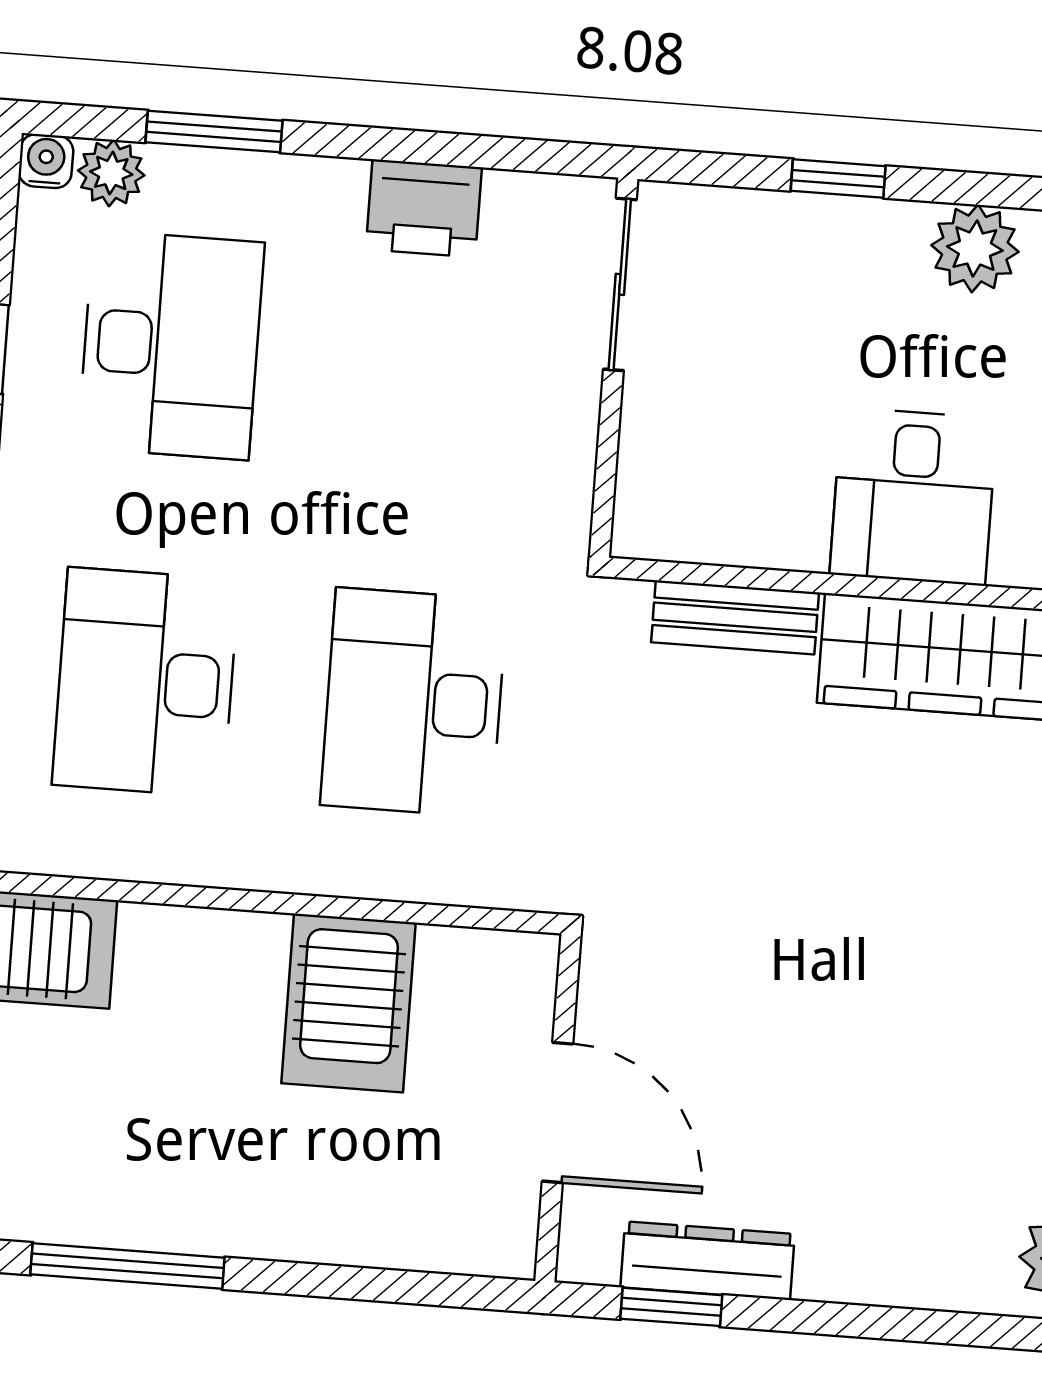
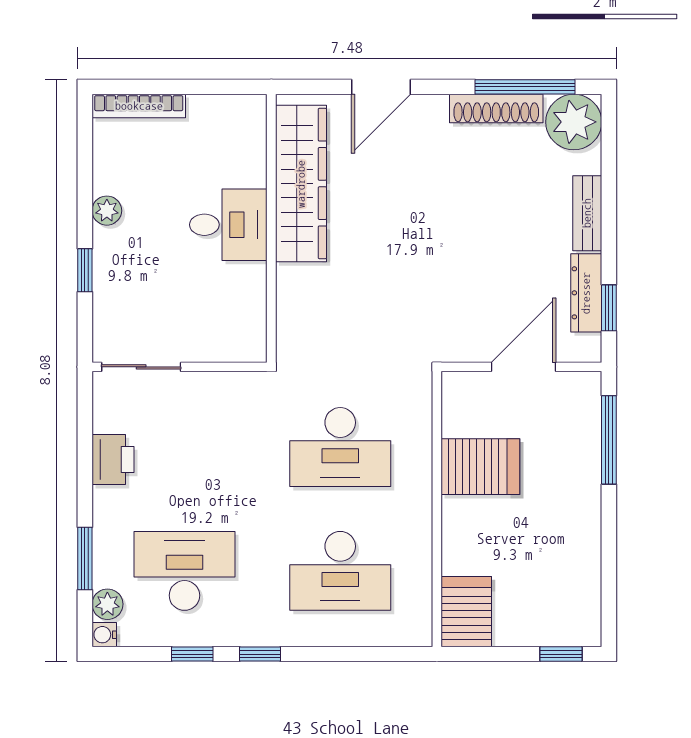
plant: (975, 249) -> (107, 211), width x0.73, depth x0.73
bench: (735, 617) -> (587, 213), moved
window: (127, 1266) -> (609, 440), moved

